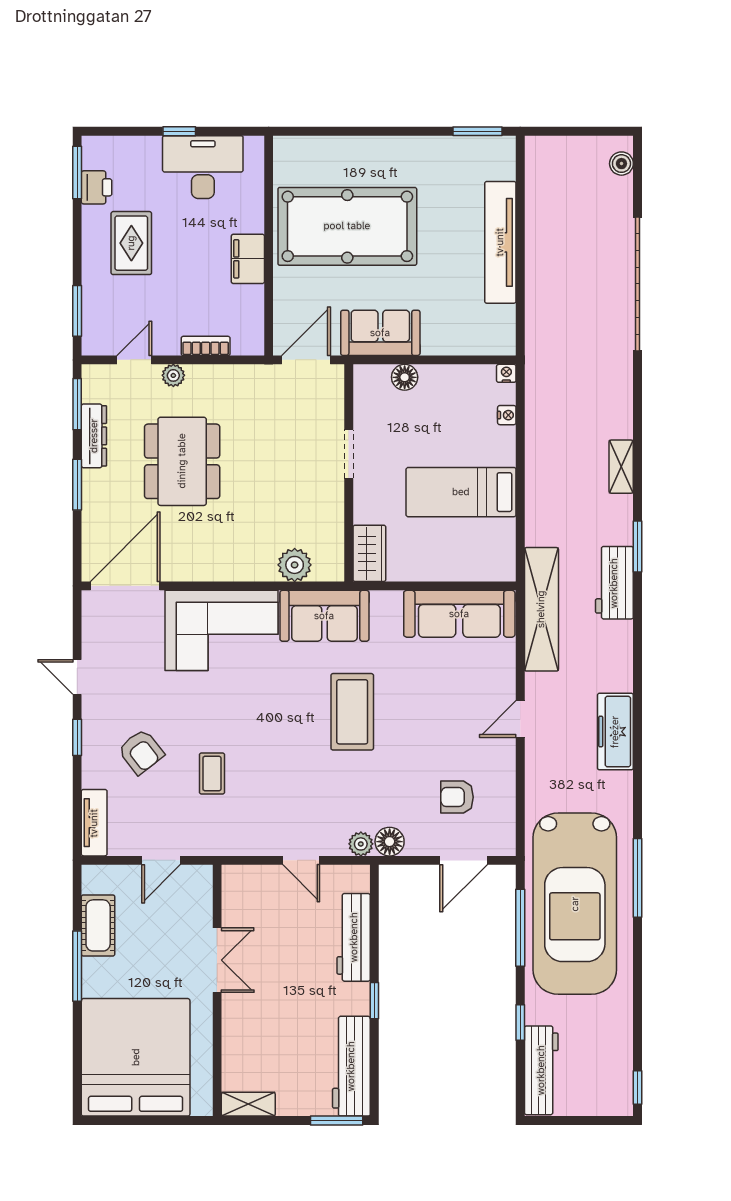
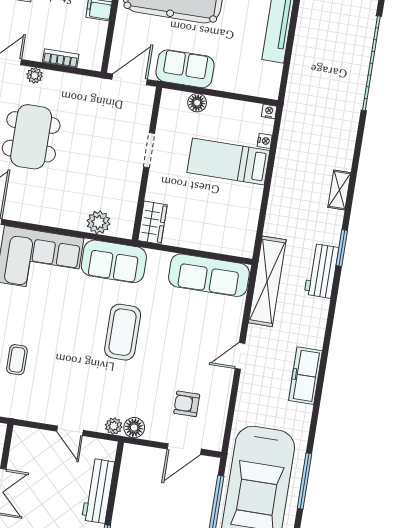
bed: (461, 492) -> (228, 161), moved

